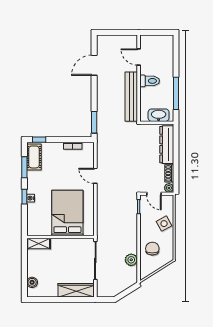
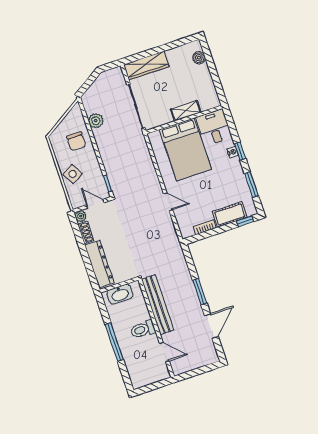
window: (176, 93) -> (114, 342), moved
window: (94, 122) -> (200, 292), moved
cot: (34, 157) -> (230, 214), moved, turned 90
desk: (39, 223) -> (214, 127), added
shelving: (39, 244) -> (186, 111), moved

